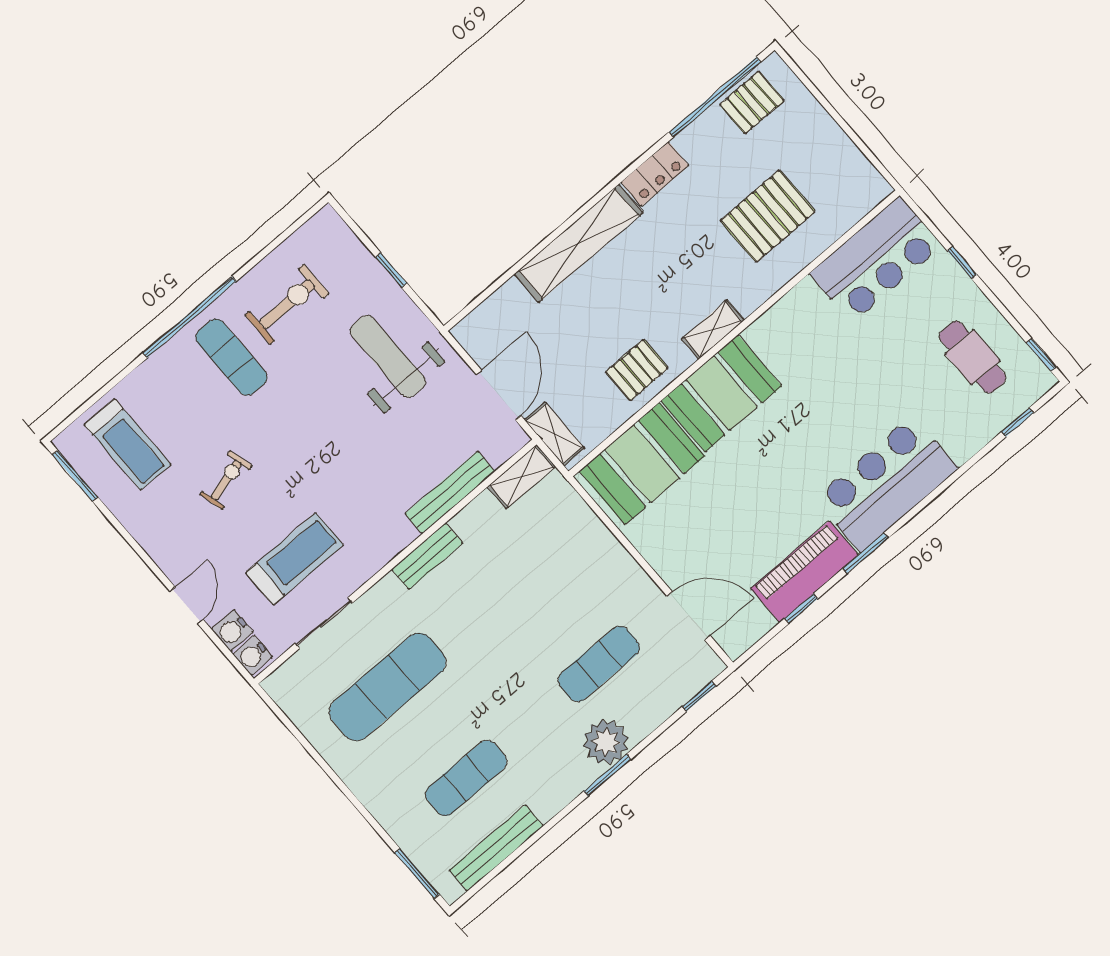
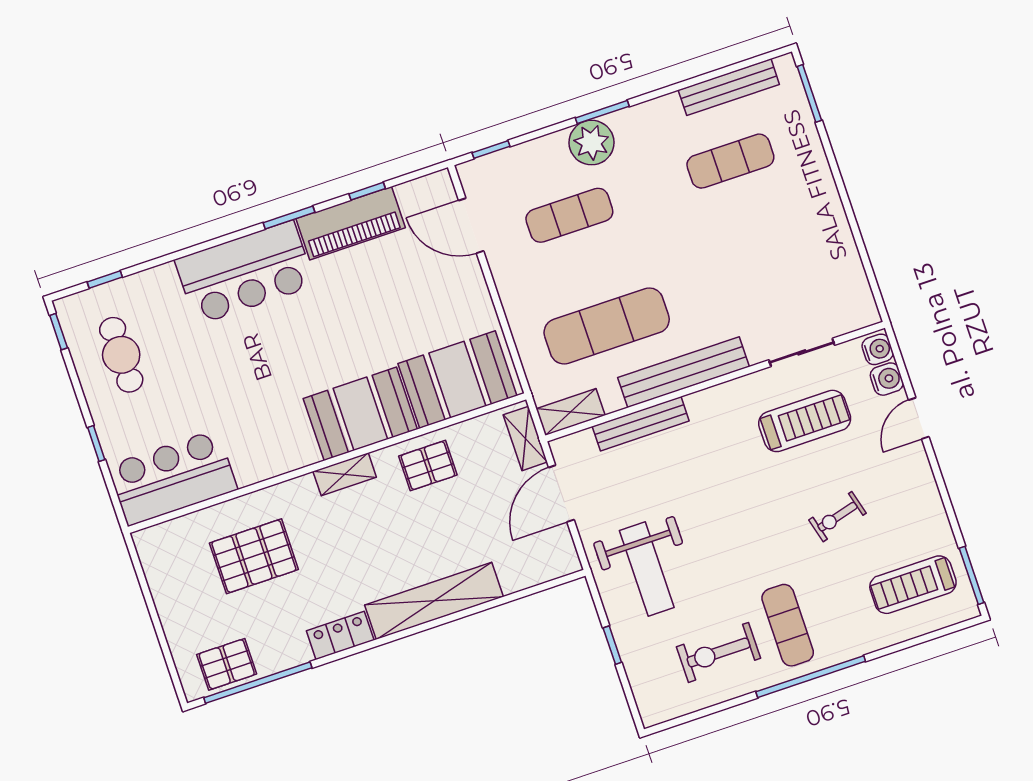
treadmill: (128, 444) -> (913, 585), turned -90
bench: (427, 556) -> (684, 372), width x1.86, depth x1.21
treadmill: (294, 559) -> (805, 421), turned 180
exercise mat: (388, 687) -> (607, 326), moved

